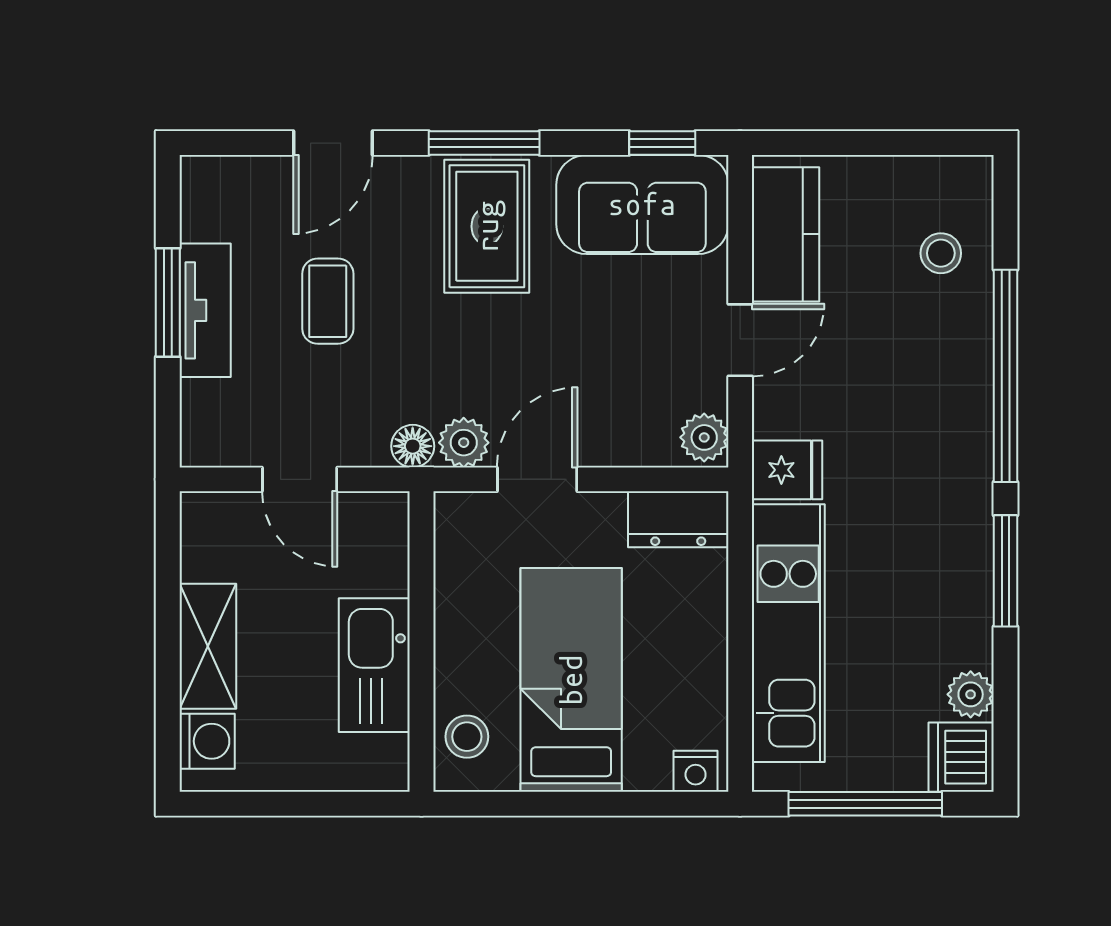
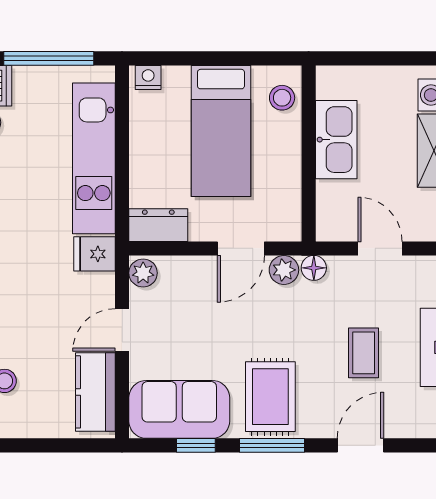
window: (662, 143) -> (196, 445), moved

